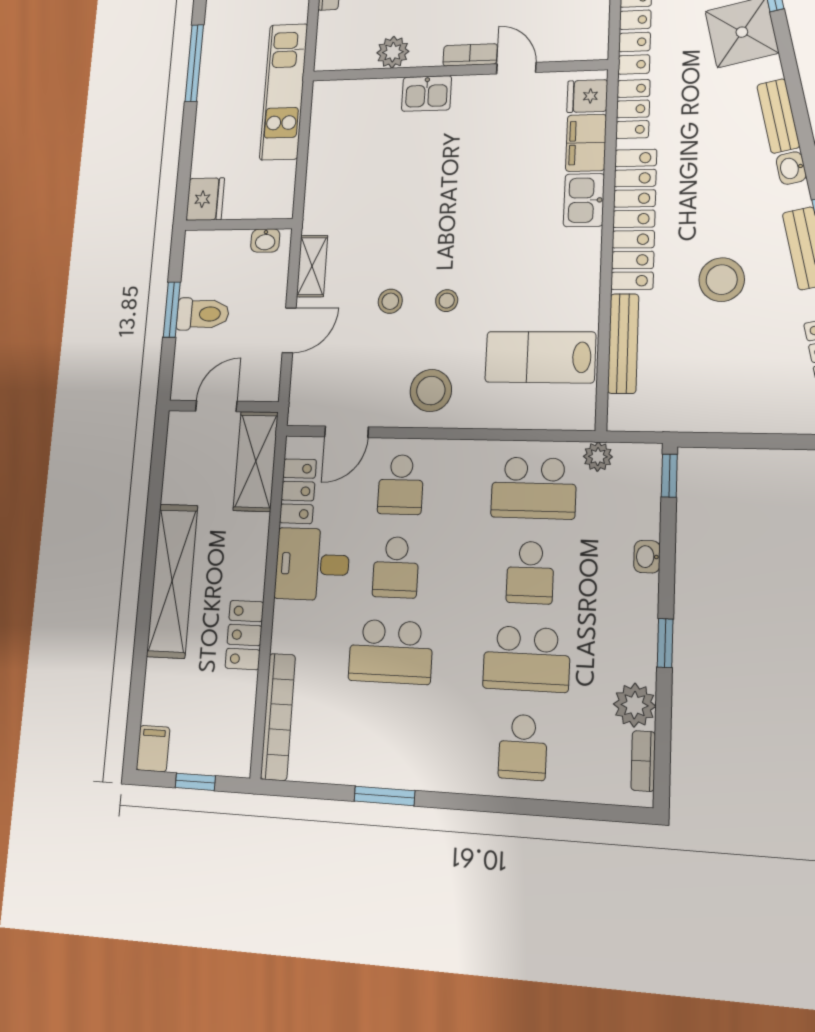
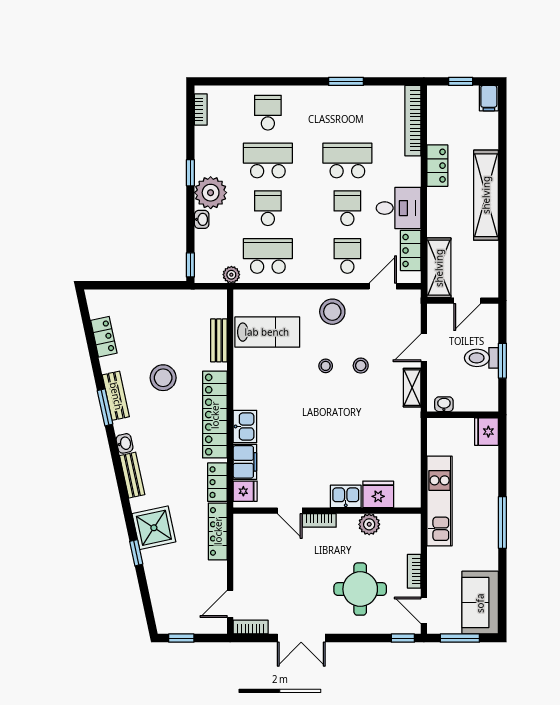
fridge: (376, 98) -> (378, 494), added
bench: (623, 343) -> (219, 340), width x0.73
plant: (635, 705) -> (211, 193), moved, width x1.36, depth x1.36

